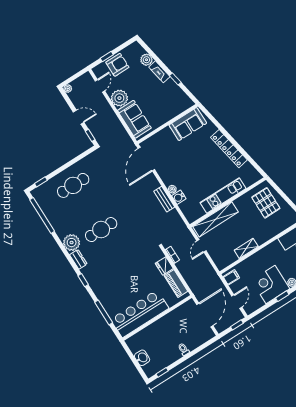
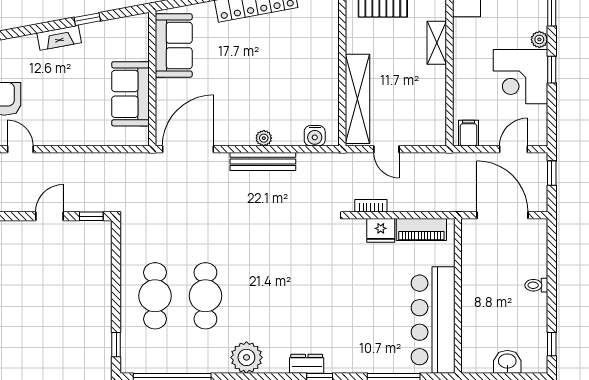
plant: (146, 60) -> (26, 46), removed
plant: (119, 98) -> (61, 130), removed
sofa: (134, 119) -> (130, 94), moved, turned -90
door: (146, 159) -> (188, 149), swing flipped
kitchen unit: (223, 196) -> (327, 62), removed
water cooler: (179, 197) -> (315, 136), moved
bench: (164, 199) -> (263, 161), width x1.36
cafe table: (101, 230) -> (205, 296), moved
shelving: (246, 248) -> (437, 43), moved
dresser: (78, 259) -> (307, 364), moved
door: (237, 302) -> (514, 149), hinge flipped

